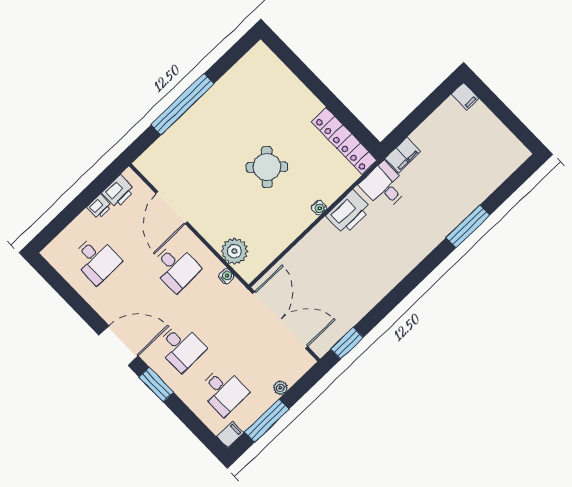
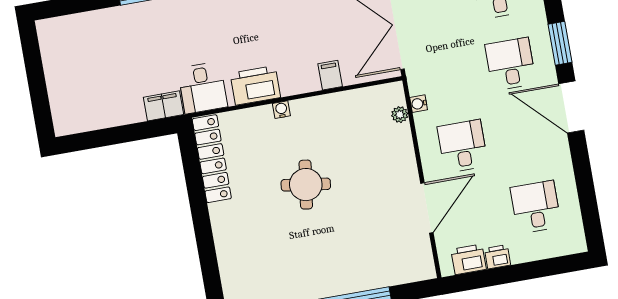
filing cabinet: (465, 96) -> (330, 75), moved
round table: (267, 167) -> (306, 185), turned -35
plant: (234, 251) -> (400, 115), width x0.53, depth x0.53

